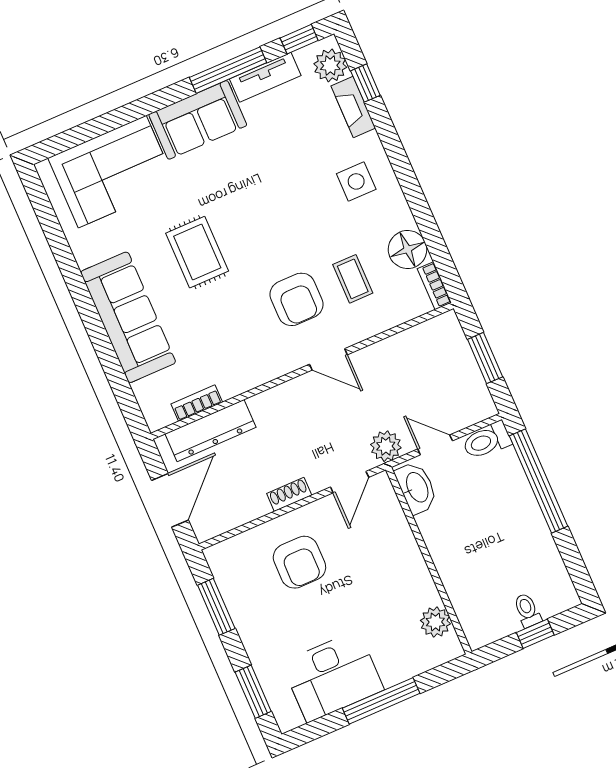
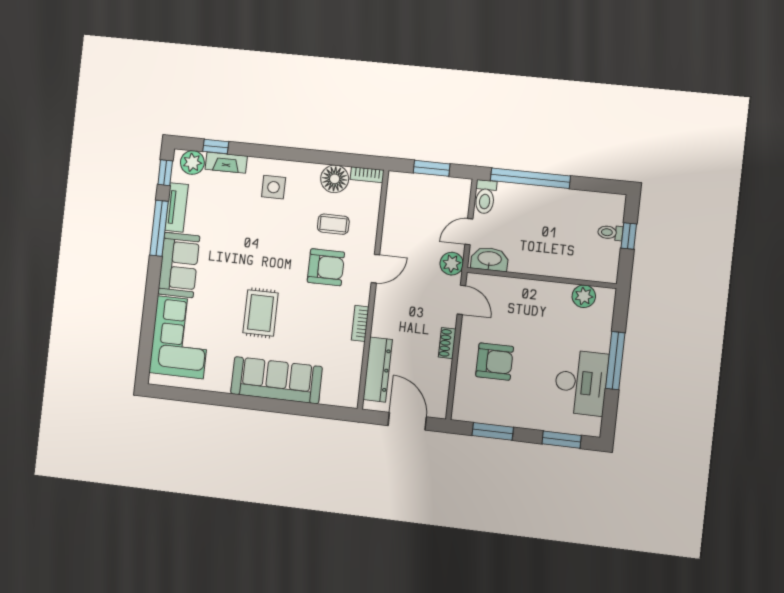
rug: (197, 252) -> (261, 313), turned 90
bookcase: (197, 403) -> (360, 323), moved

